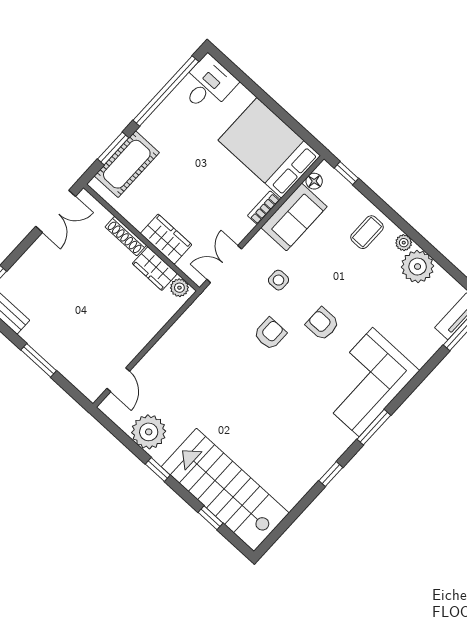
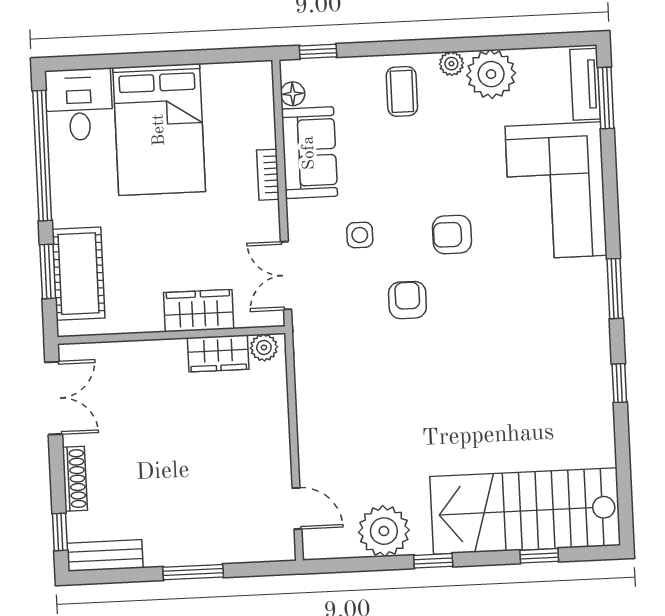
bed: (269, 148) -> (159, 130), moved, turned -90
shoe rack: (126, 236) -> (75, 479), moved, turned -90
corner sofa: (366, 382) -> (556, 191), moved

